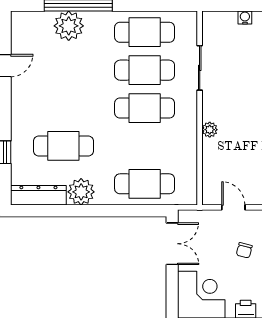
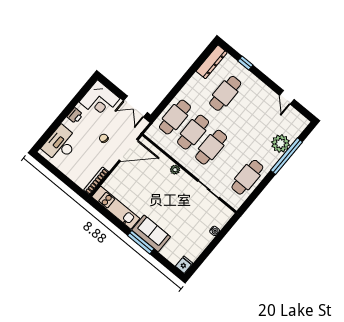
cafe table: (145, 70) -> (193, 132), moved
plant: (81, 192) -> (196, 84), removed
door: (233, 207) -> (129, 150), width x1.87

